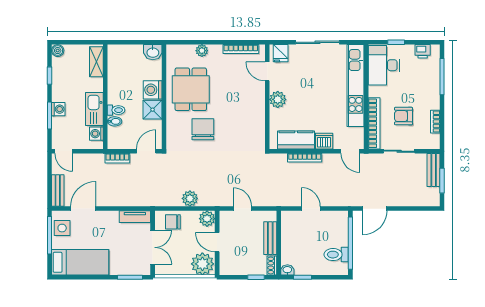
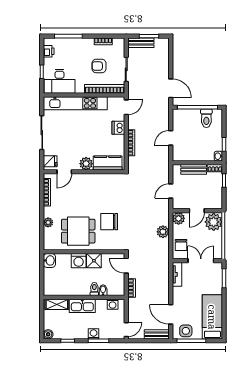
kitchen sink: (94, 109) -> (82, 306), moved
armchair: (404, 116) -> (99, 66), turned 90
kitchen counter: (296, 140) -> (108, 163), moved, turned 90

